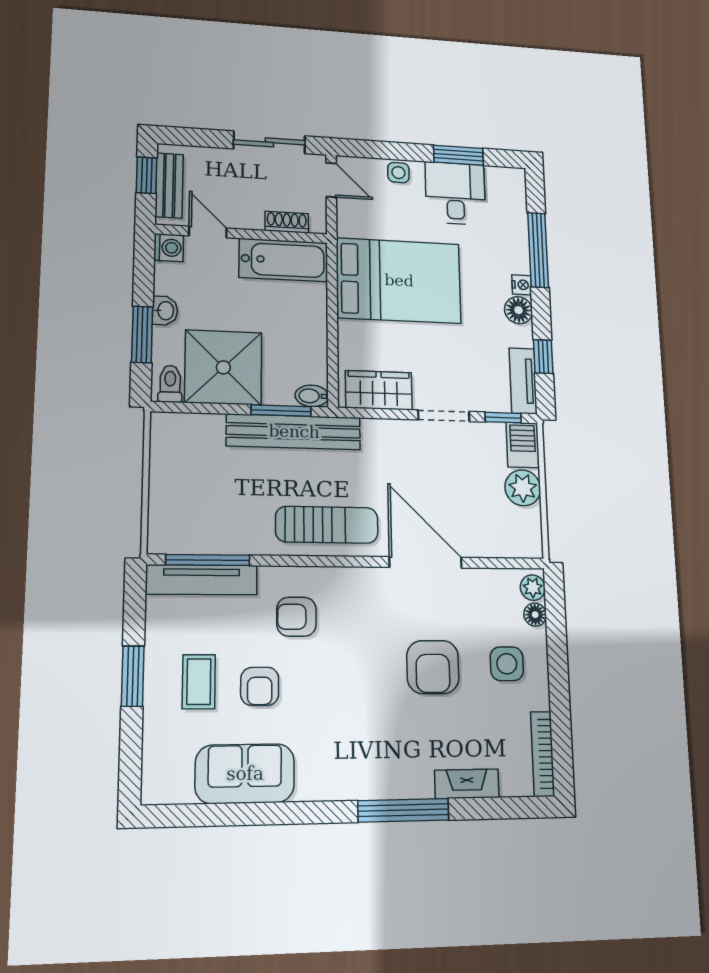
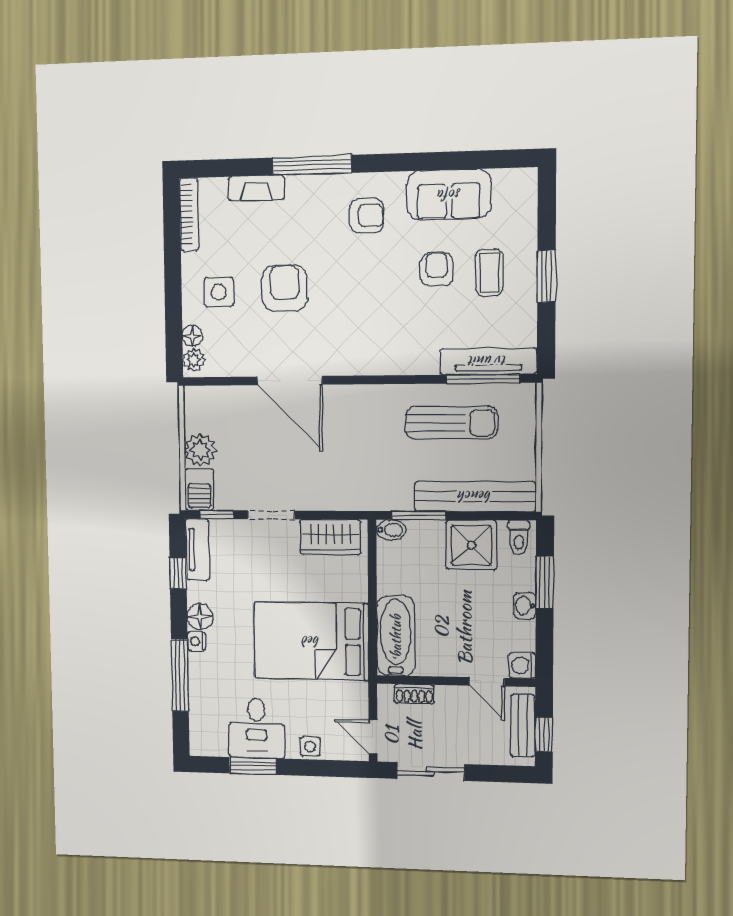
bathtub: (283, 260) -> (396, 636), moved, turned 90
shower: (223, 367) -> (471, 545), width x0.73, depth x0.73
bench: (294, 432) -> (475, 496), moved
sun lounger: (327, 525) -> (451, 423), moved, turned 180
armchair: (296, 617) -> (367, 215), moved

